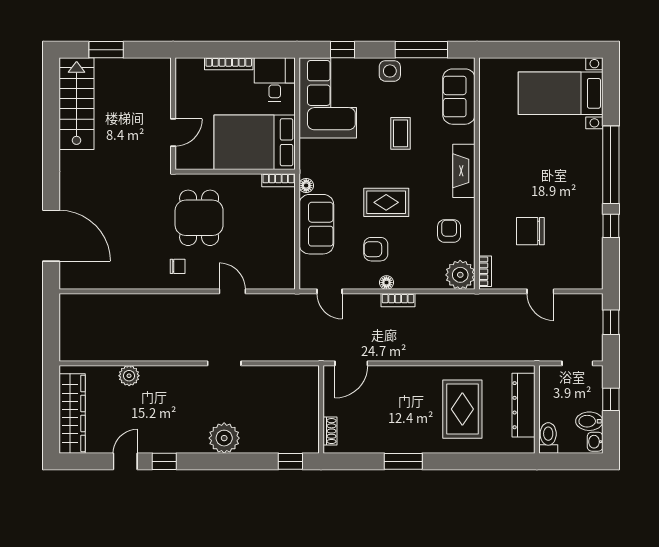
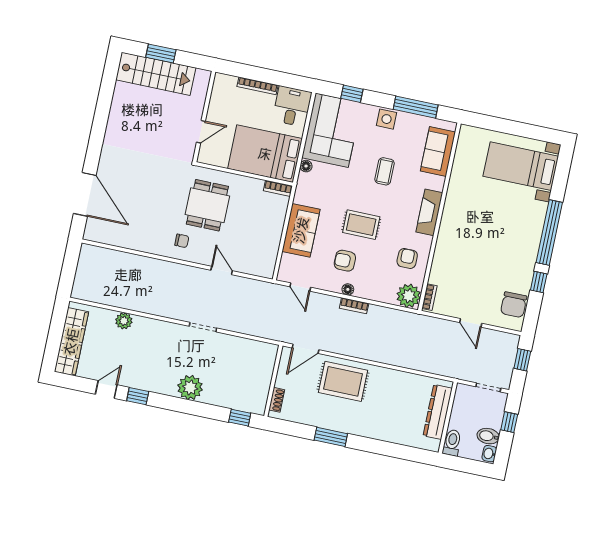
stairs: (77, 104) -> (156, 74), moved, turned 90
floor lamp: (306, 186) -> (306, 166), moved
chair: (530, 231) -> (514, 305), moved, turned -90
rug: (462, 409) -> (343, 381), moved, turned 90

